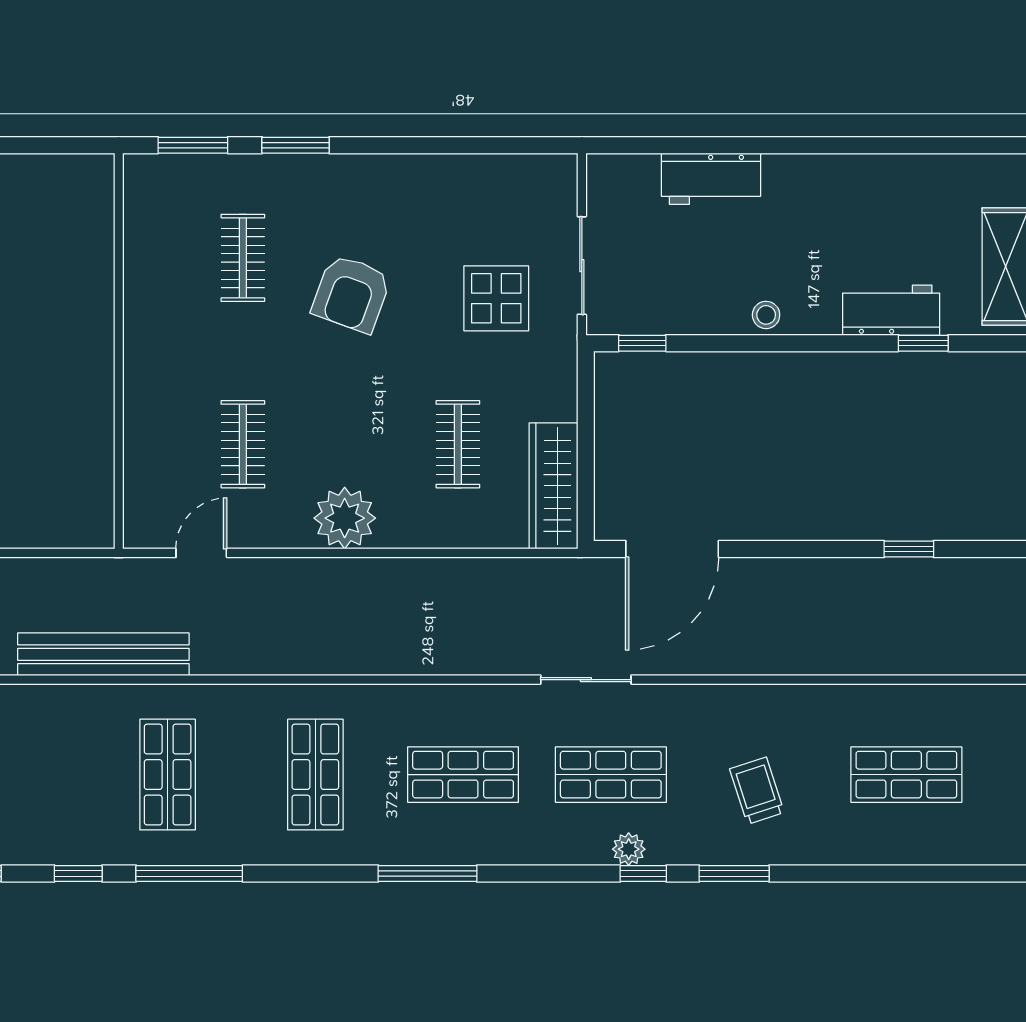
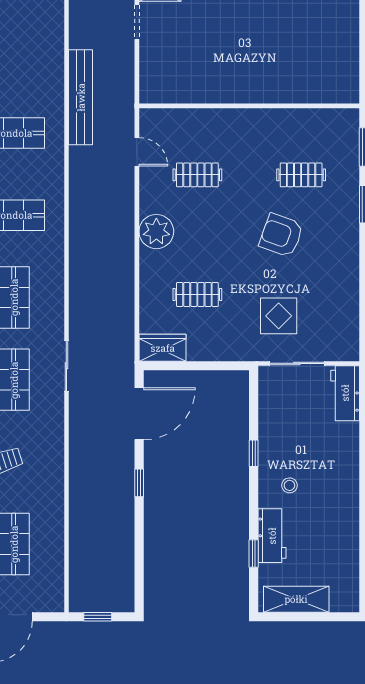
workbench: (711, 179) -> (345, 393), moved
stool: (766, 315) -> (289, 485), moved
window: (642, 343) -> (254, 453), moved
wardrobe: (553, 486) -> (163, 348), width x0.67
door: (672, 549) -> (139, 414), swing flipped
window: (909, 549) -> (139, 483), moved

